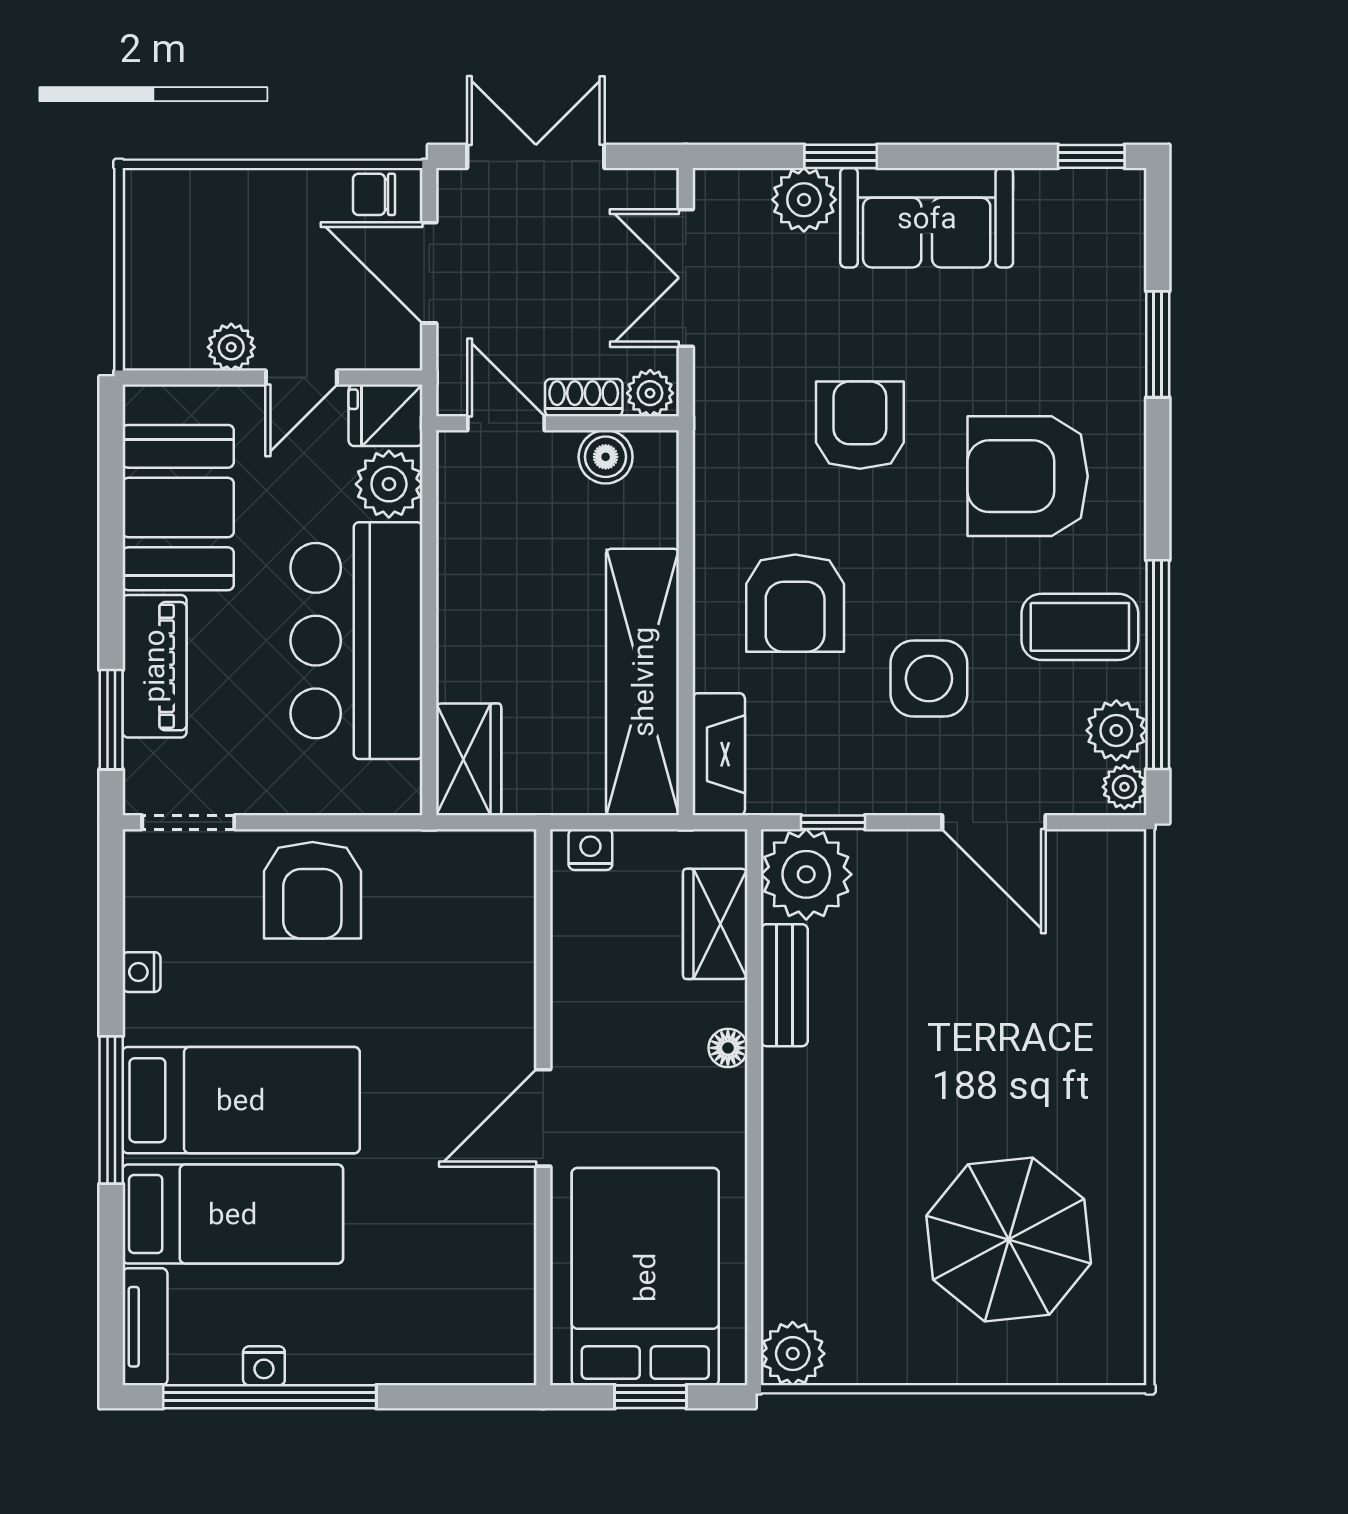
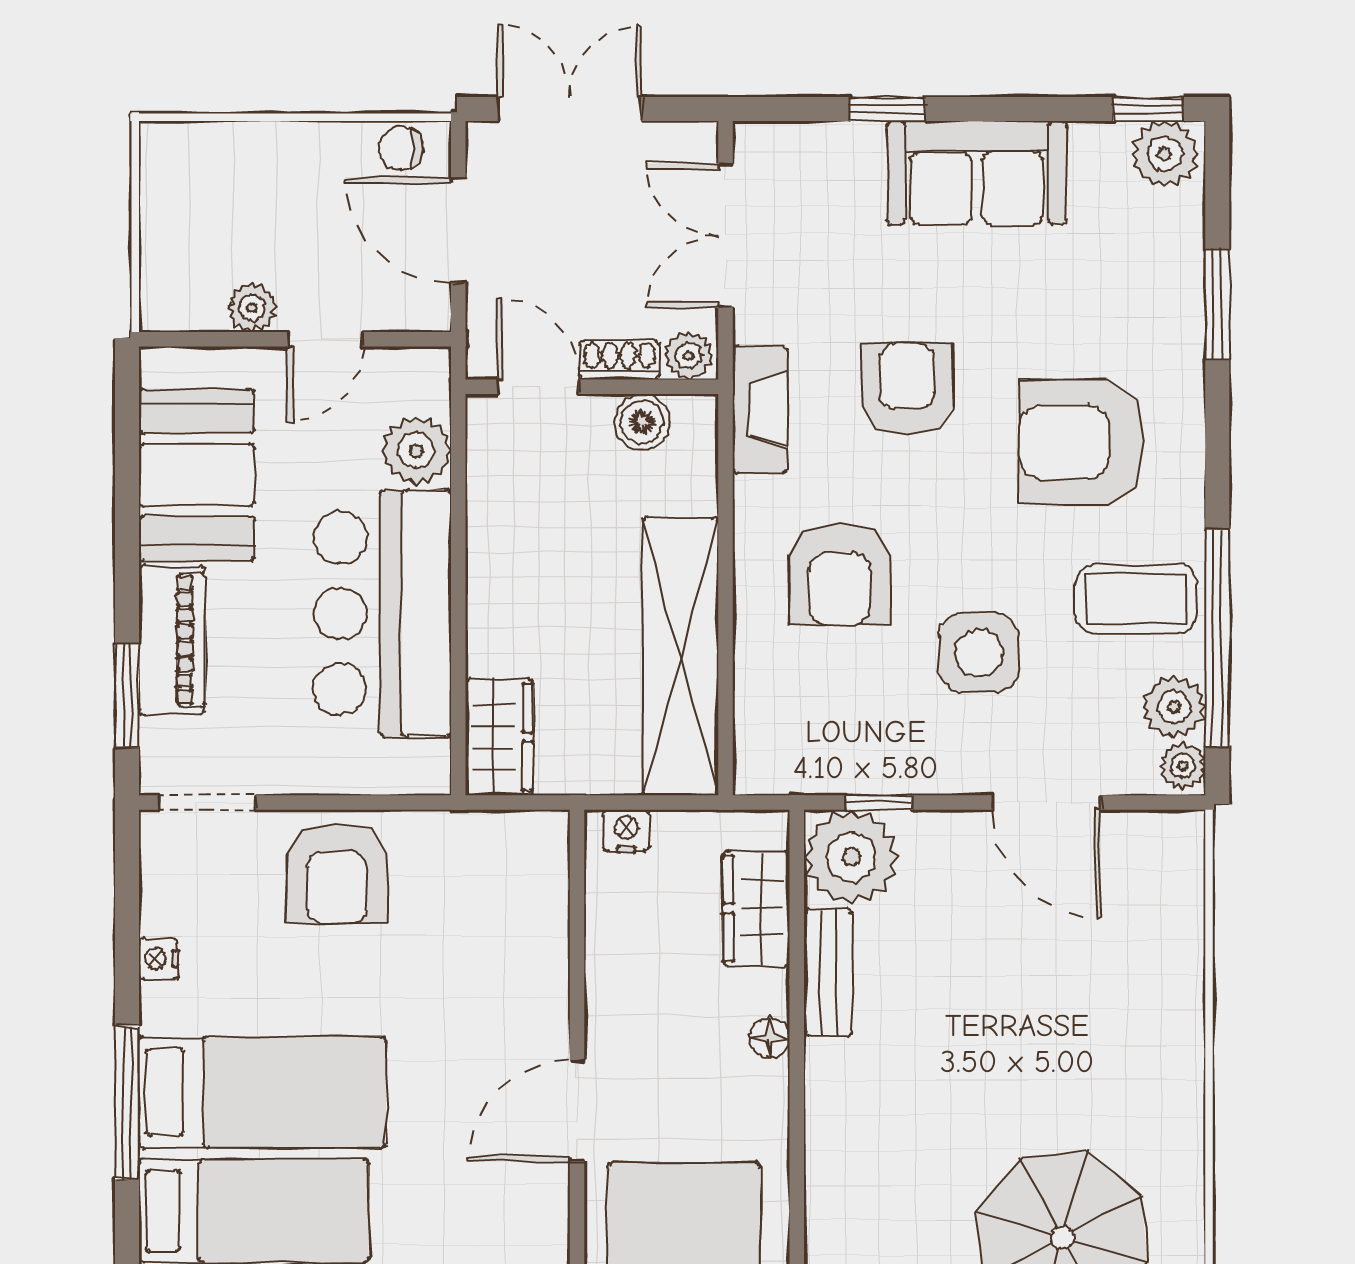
plant: (804, 200) -> (1165, 154), moved
fridge: (386, 415) -> (413, 379), removed
fireplace: (719, 754) -> (760, 410), moved

